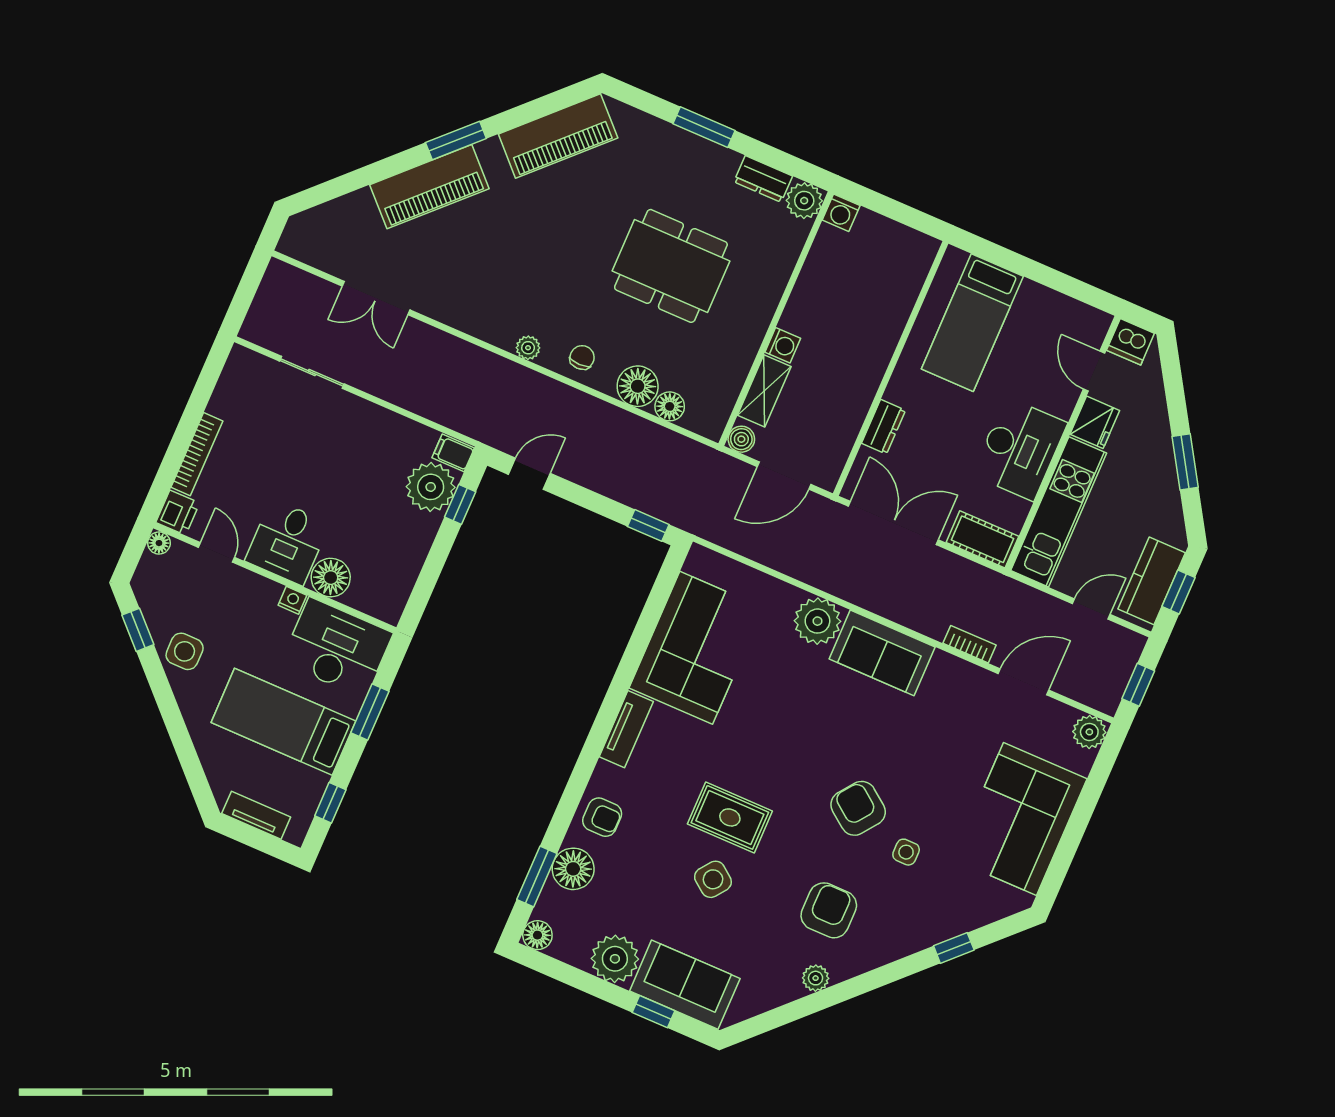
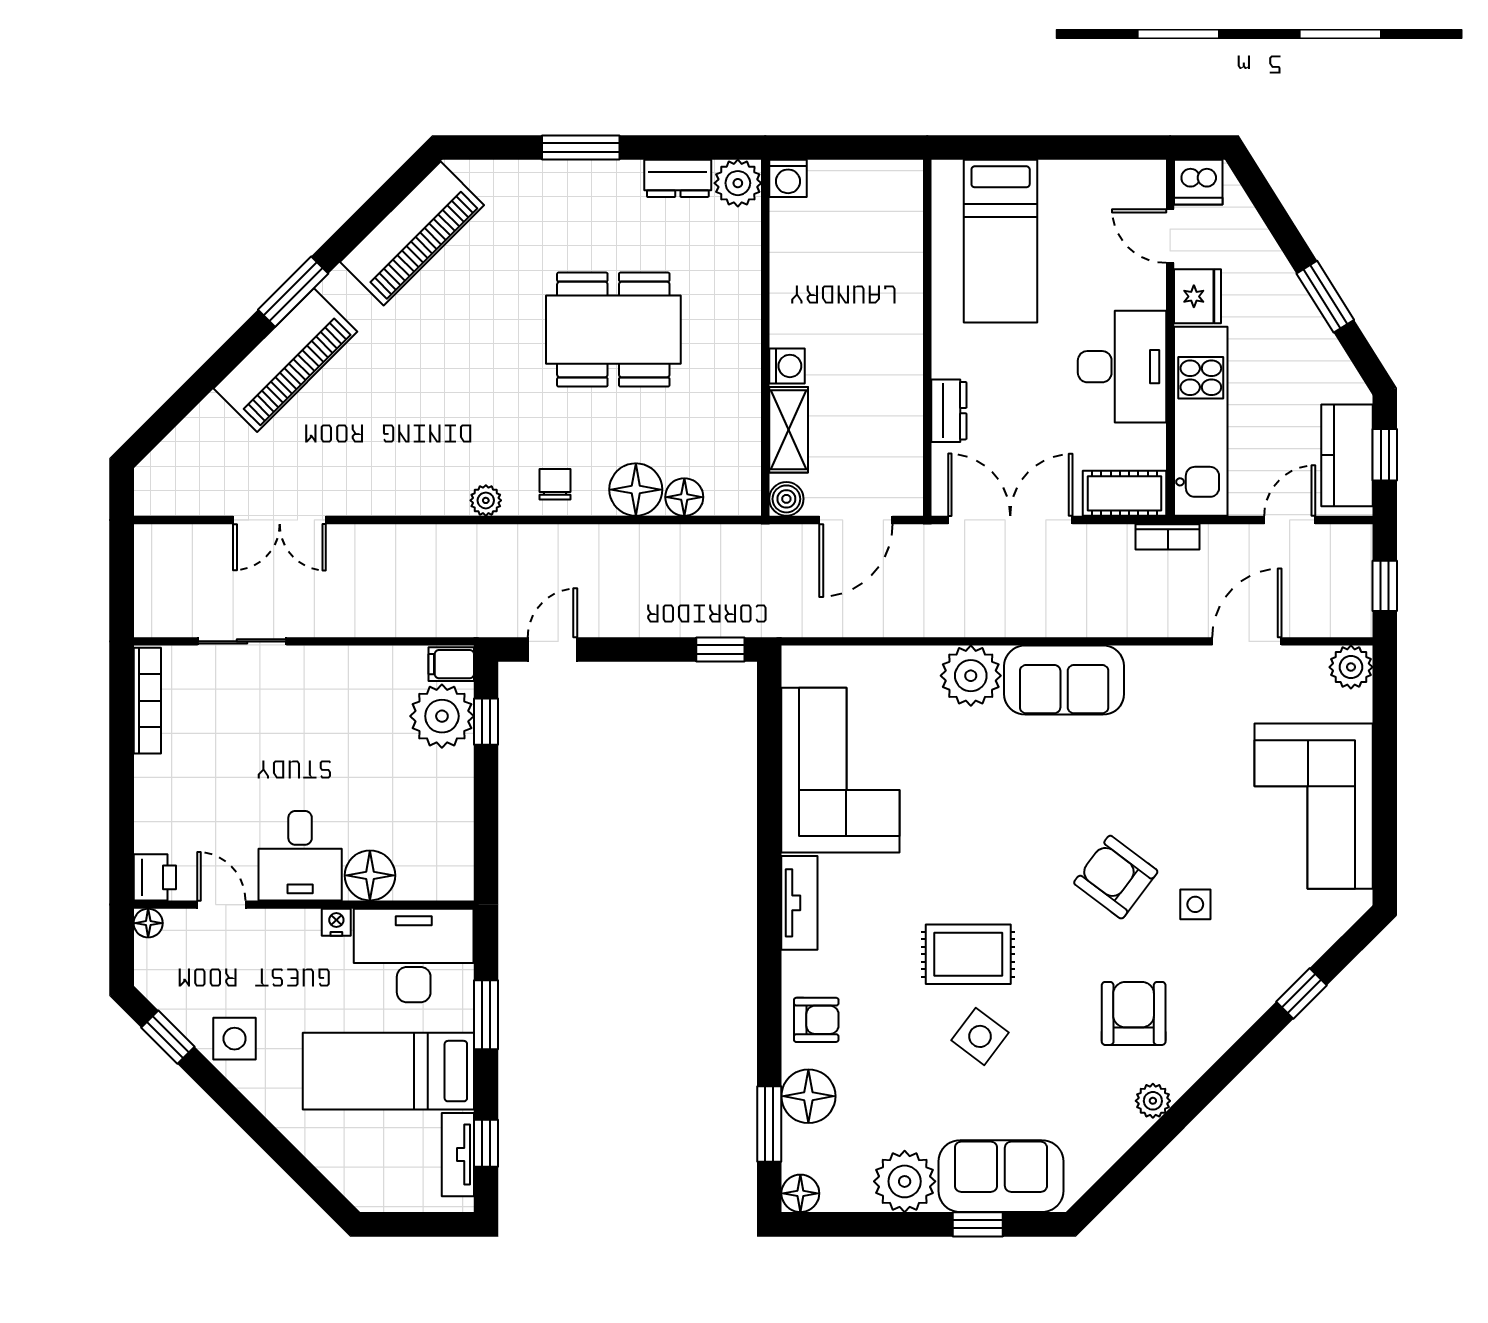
bookcase: (197, 454) -> (147, 701), moved
bookcase: (970, 644) -> (1168, 537), moved, turned 180
tv unit: (256, 815) -> (458, 1155), moved, turned -90

